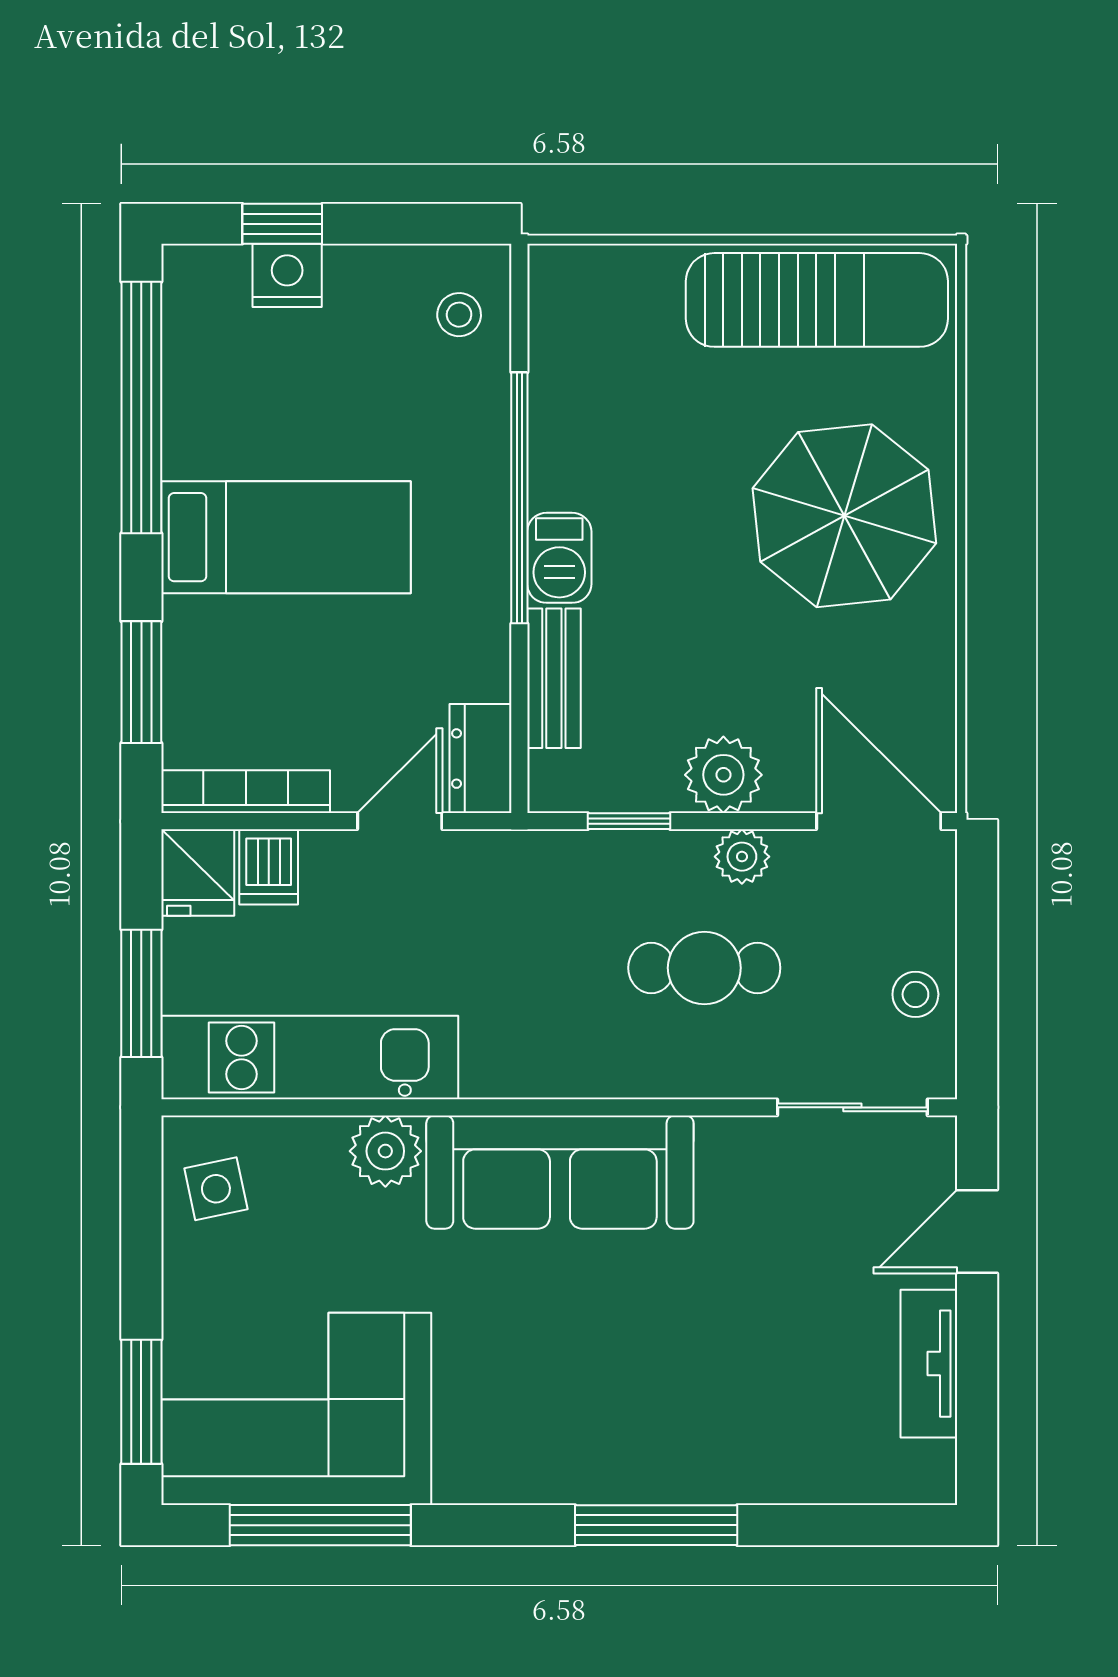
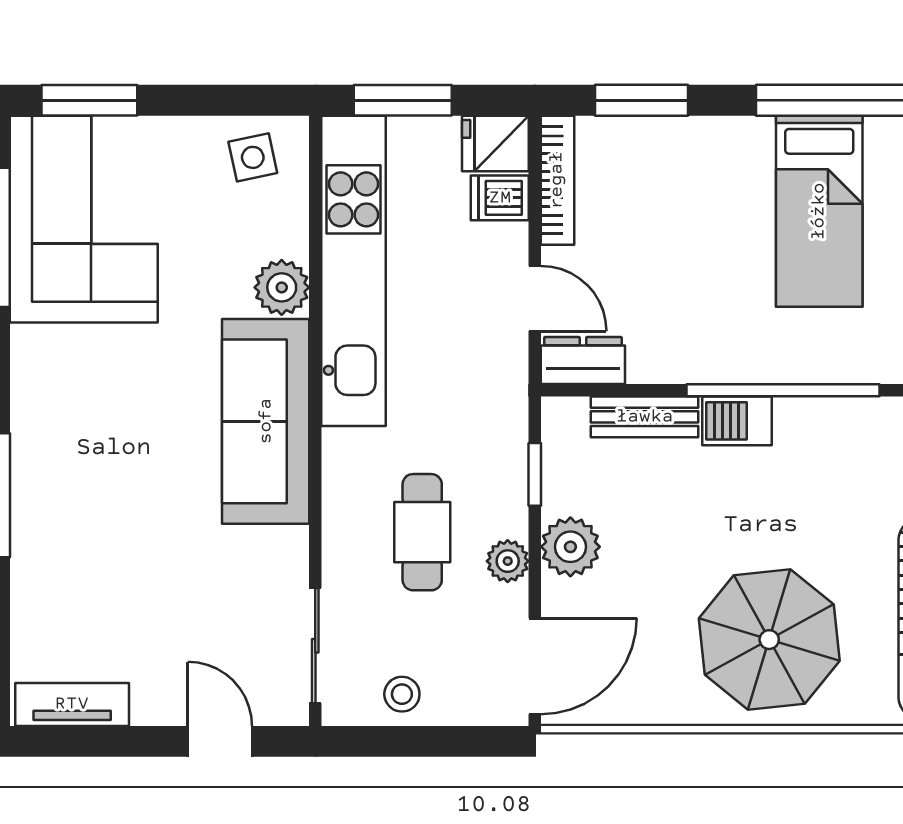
bed: (286, 537) -> (819, 211), moved
kitchen unit: (310, 1057) -> (354, 271), width x1.36
tv unit: (929, 1364) -> (72, 704), moved

